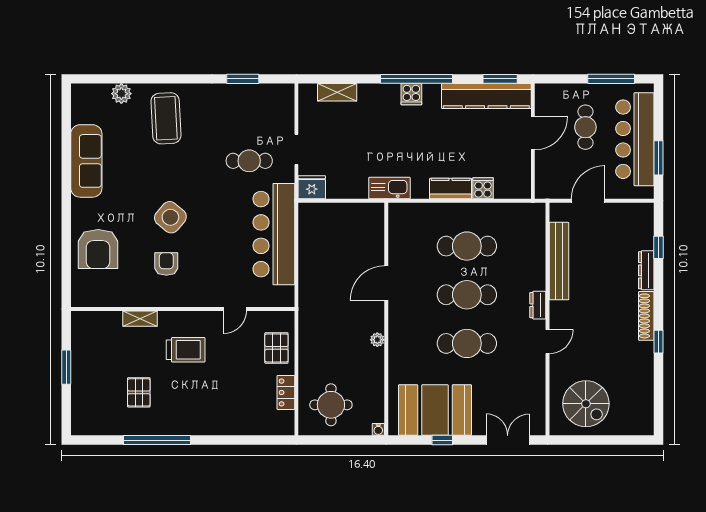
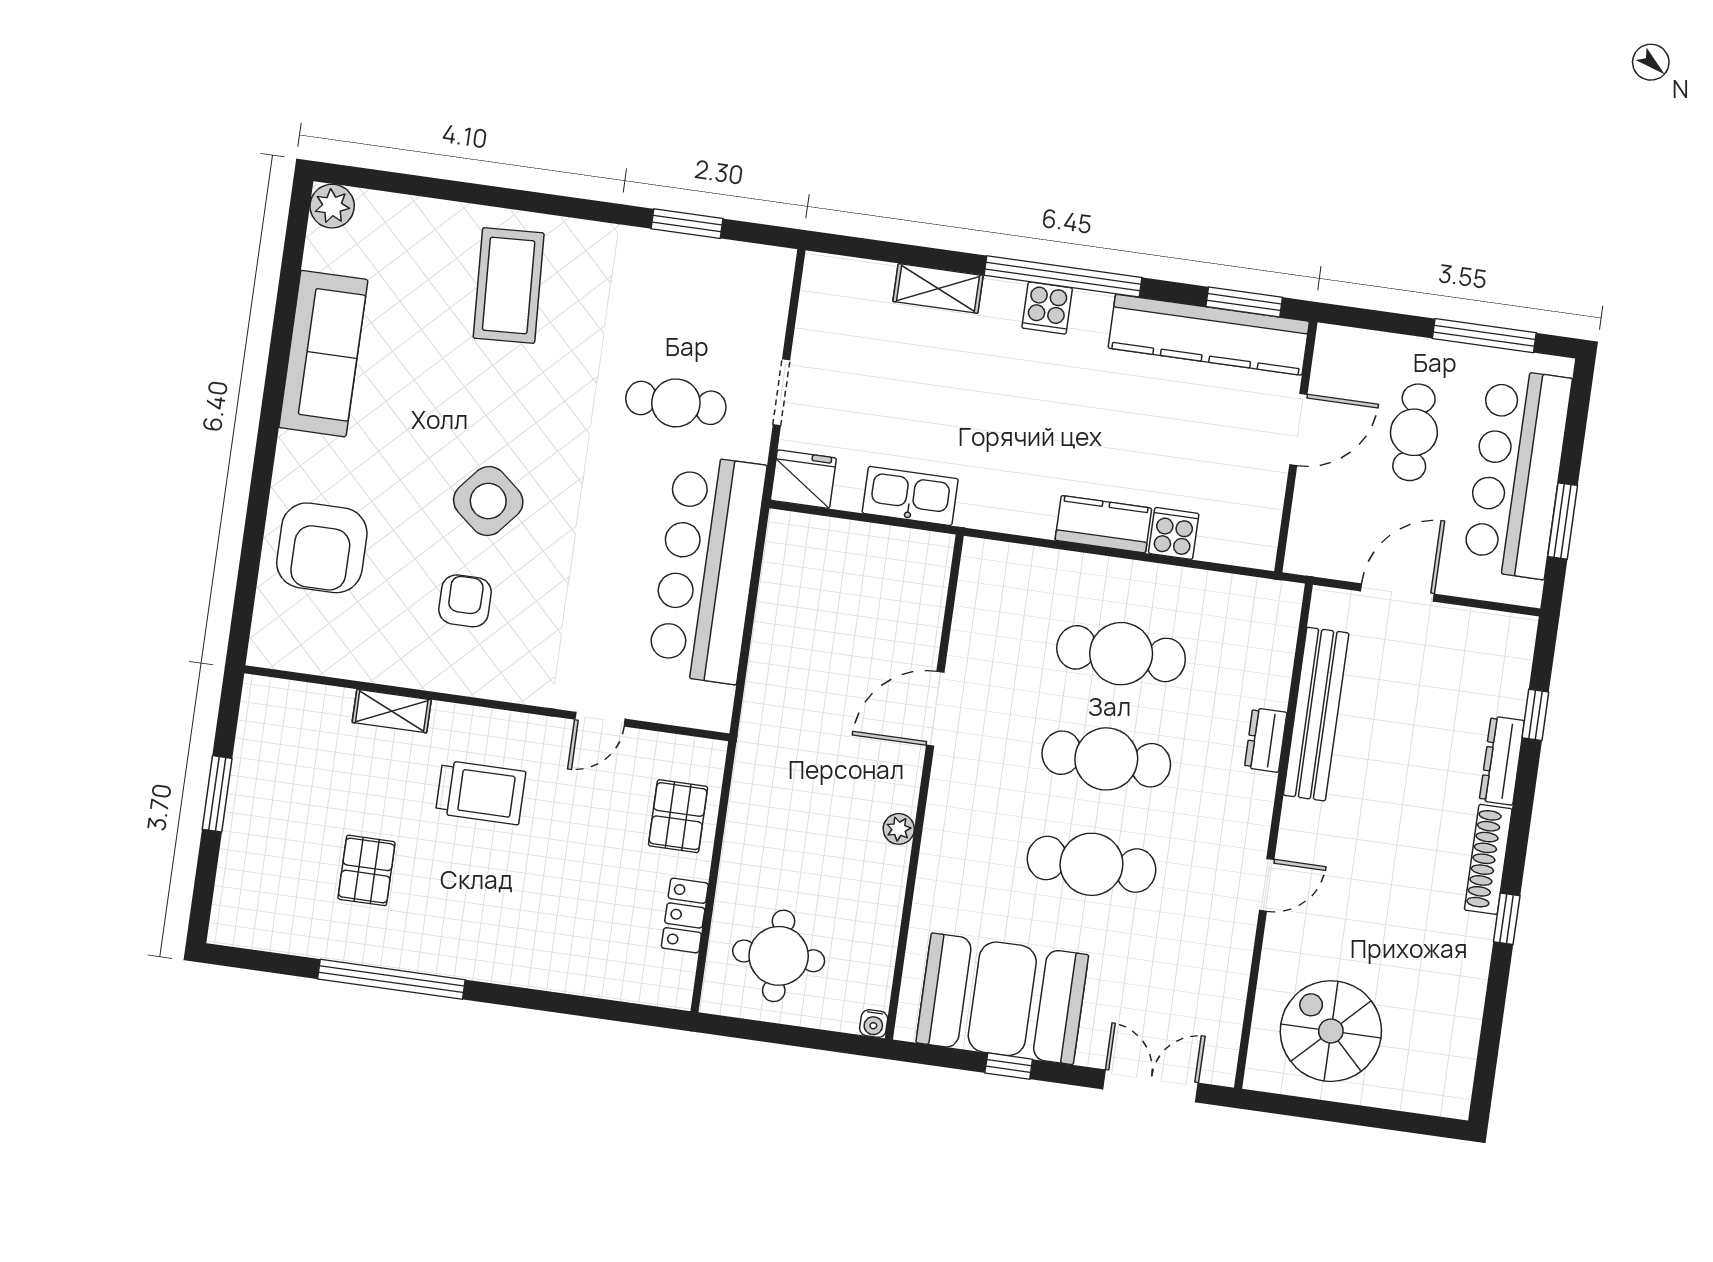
shelving: (337, 92) -> (938, 288), moved
plant: (121, 94) -> (332, 206), moved
kitchen sink: (389, 188) -> (910, 496), moved
dresser: (538, 305) -> (1266, 740), moved
spiral stairs: (586, 404) -> (1331, 1031), turned 180

